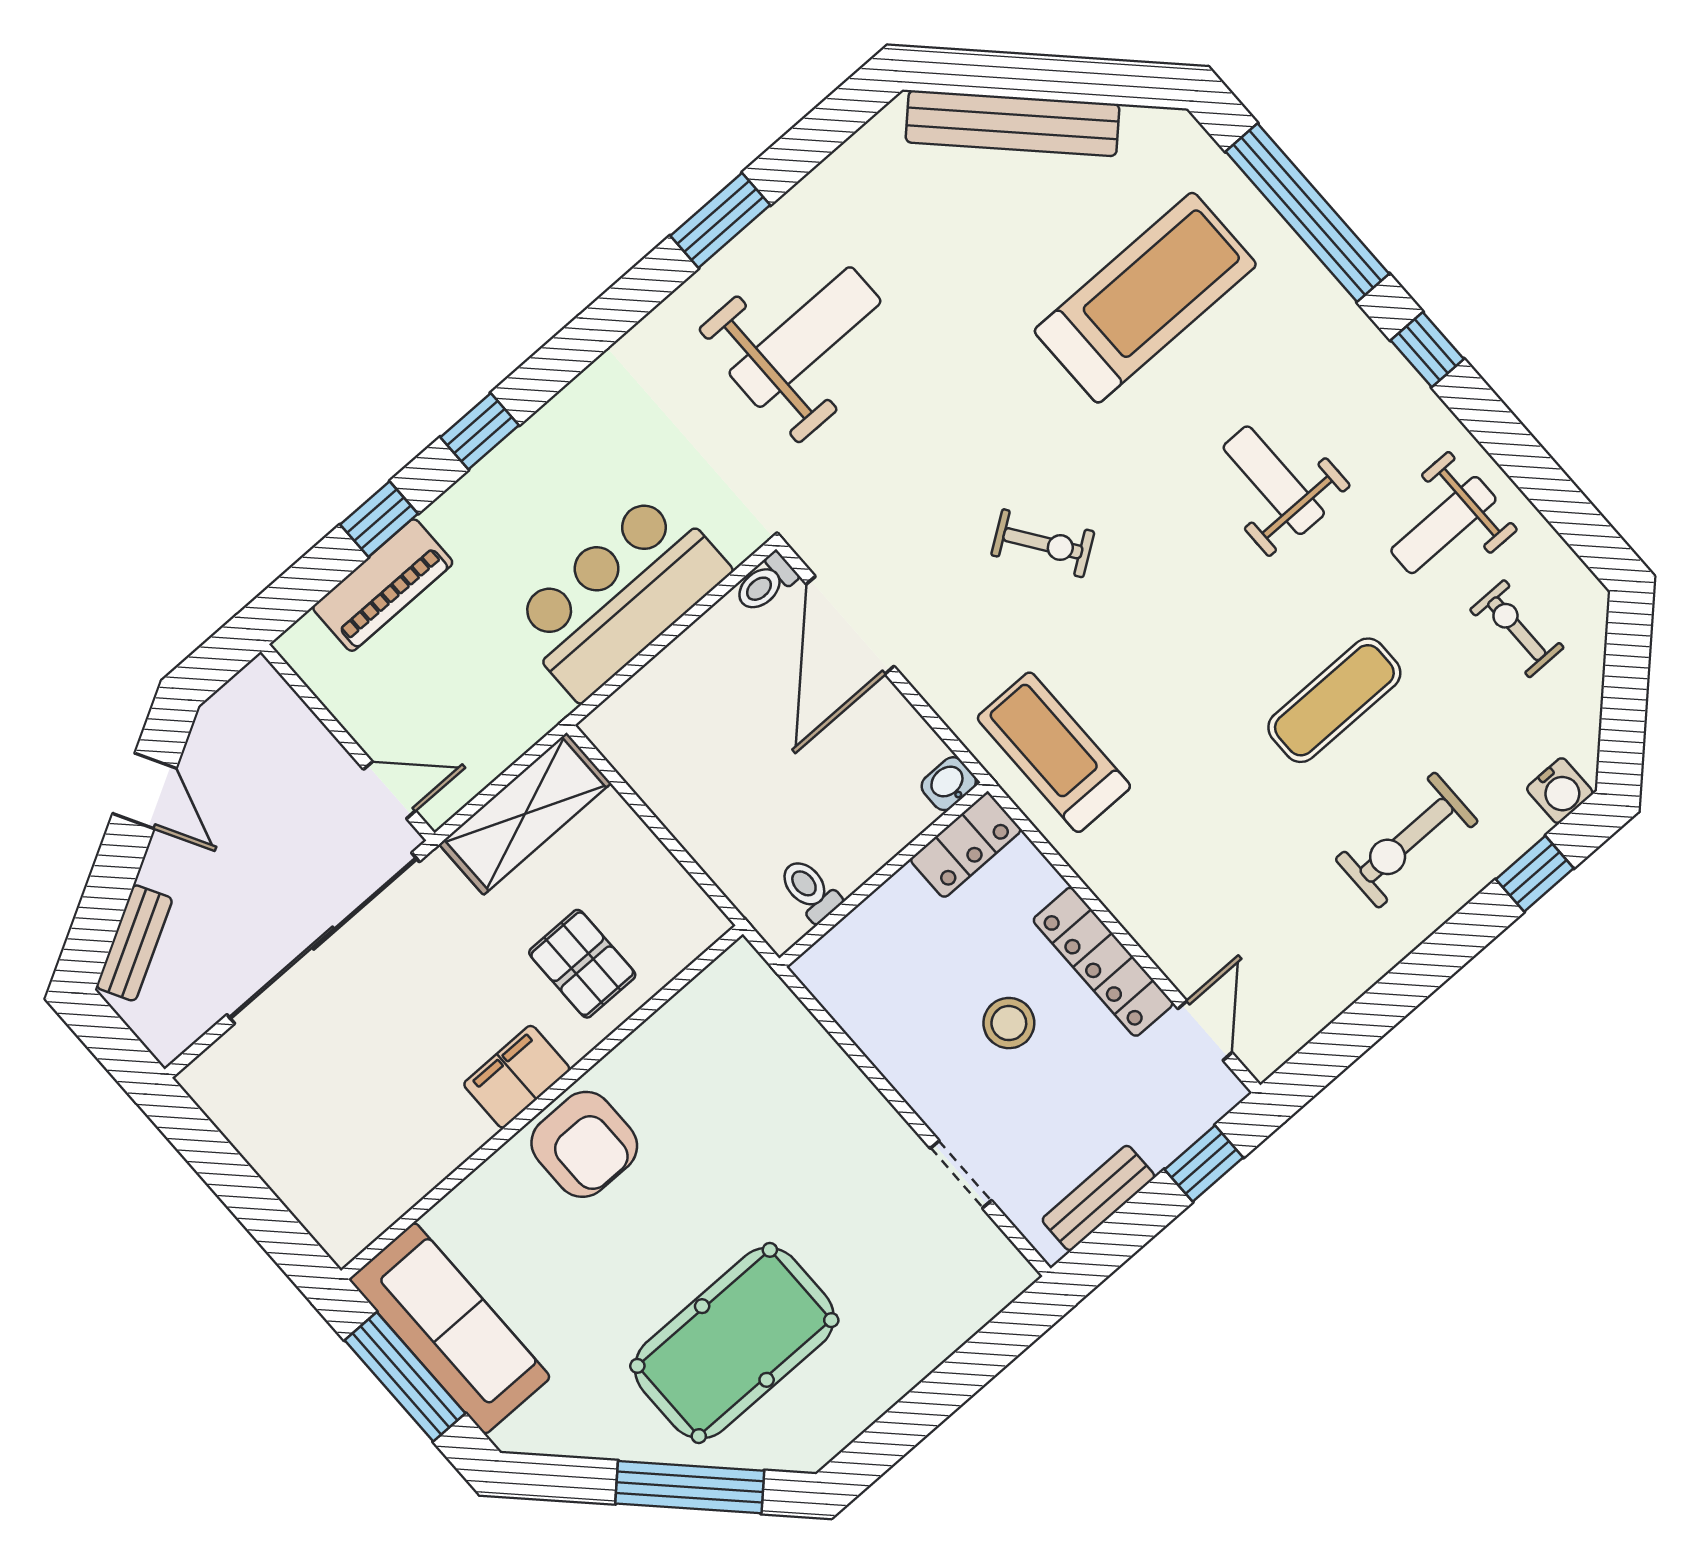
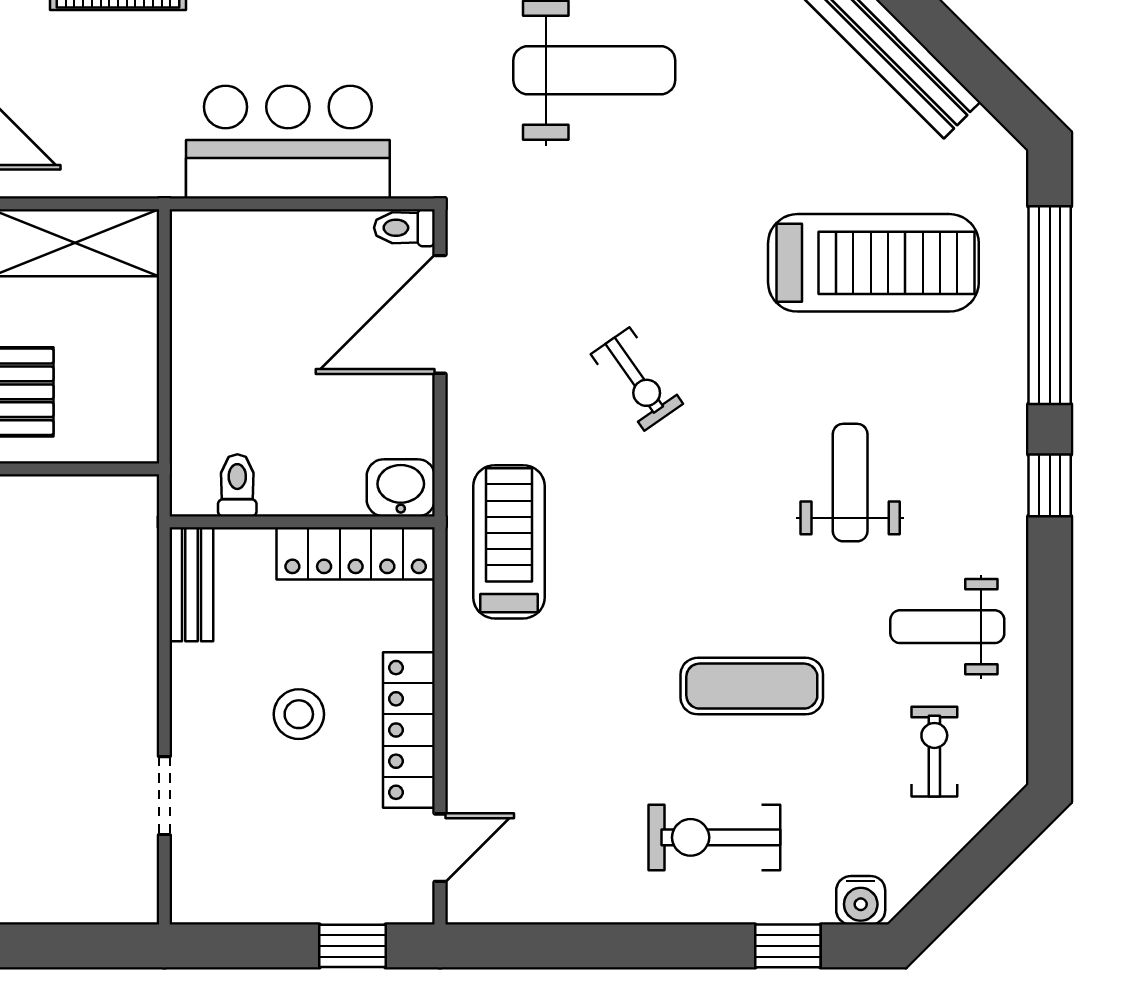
washbasin: (949, 784) -> (401, 488), width x1.38, depth x1.45
locker: (966, 845) -> (356, 553), width x1.53
bench: (1098, 1198) -> (191, 584), moved, turned 90

